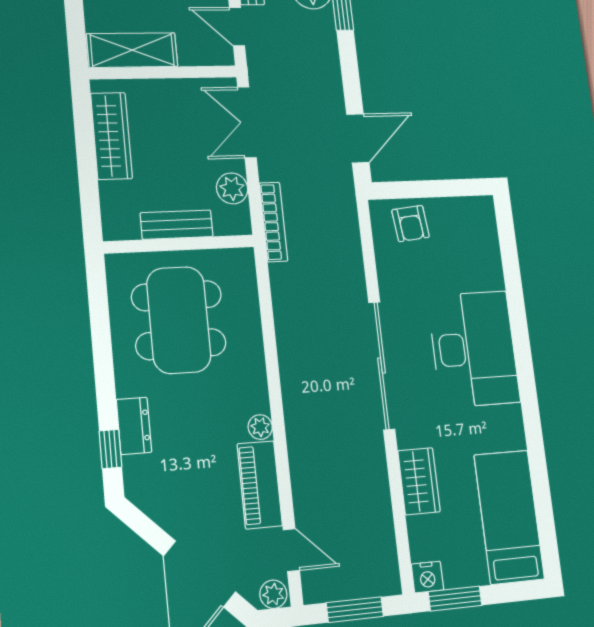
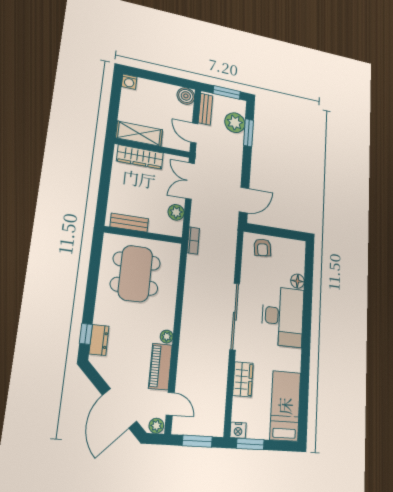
wardrobe: (111, 136) -> (140, 157), moved, turned 90
bookcase: (273, 222) -> (193, 240), width x0.64
bench: (177, 225) -> (129, 223), moved
floor lamp: (490, 276) -> (298, 281), added
dresser: (134, 426) -> (99, 340), moved

